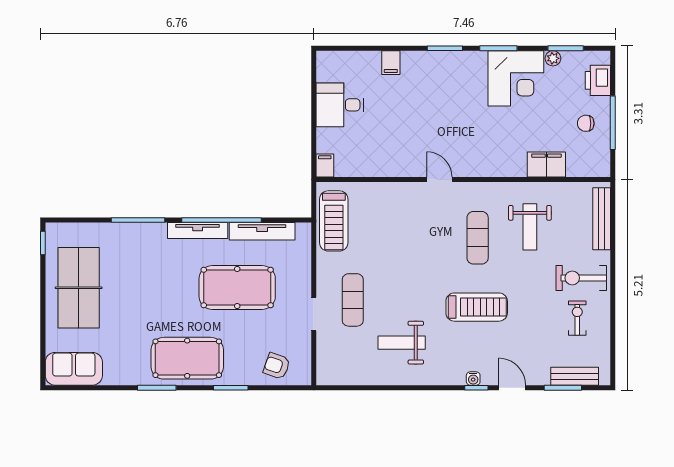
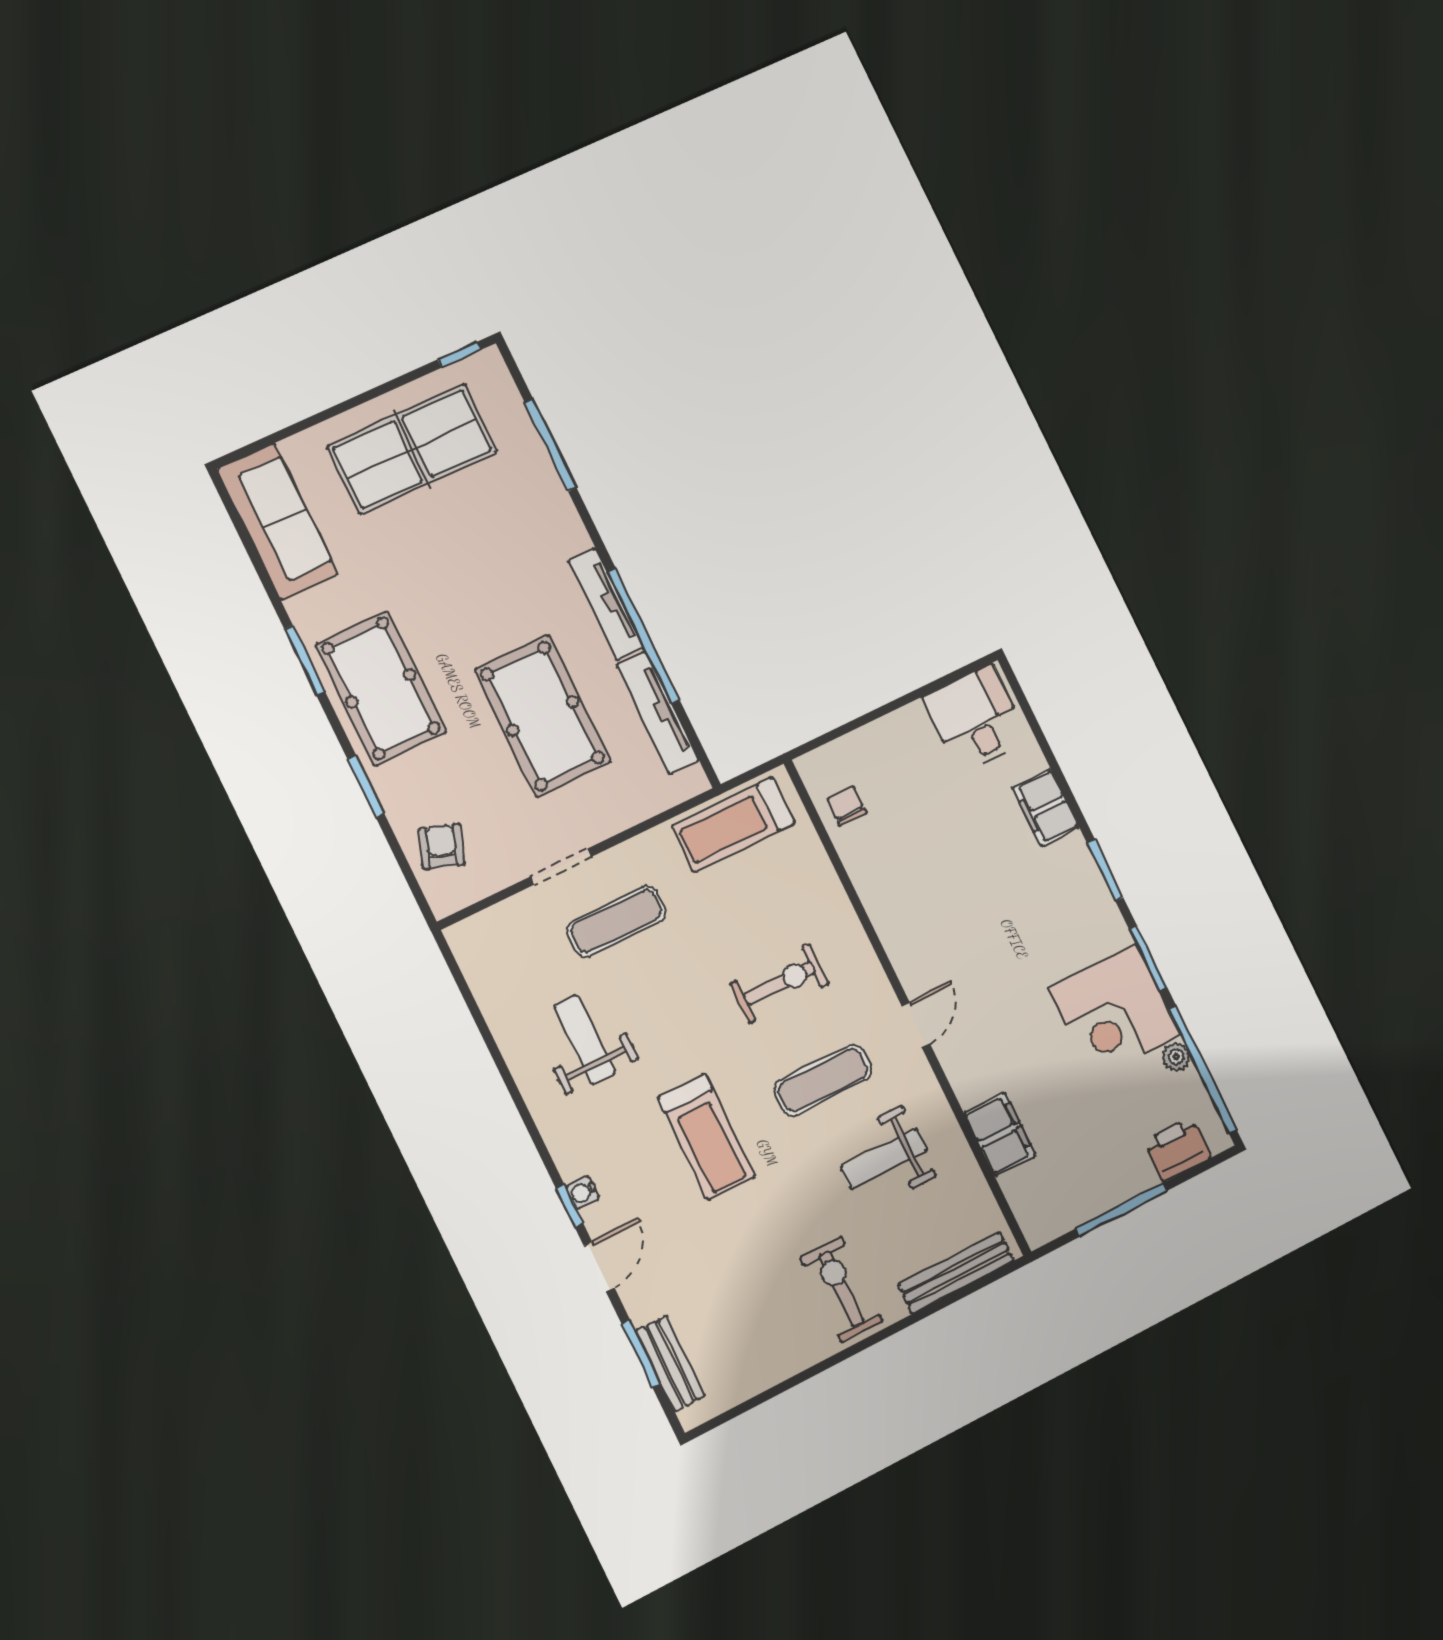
window: (566, 48) -> (1202, 1069), width x2.11
filing cabinet: (391, 63) -> (1046, 807), width x2.00
desk: (340, 105) -> (976, 719), moved
chair: (586, 123) -> (847, 806), moved
filing cabinet: (325, 166) -> (818, 765), removed
door: (439, 180) -> (916, 1025), moved
window: (138, 220) -> (550, 445), moved
exercise bike: (577, 318) -> (779, 983), moved, width x1.38, depth x1.39
sofa: (74, 369) -> (278, 522), width x1.36

